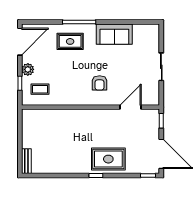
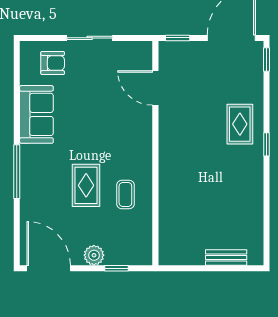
rug: (70, 41) -> (86, 185), moved
armchair: (100, 83) -> (53, 63), moved
coffee table: (40, 89) -> (125, 194), moved
rug: (108, 159) -> (240, 124), width x0.73, depth x0.70
bench: (26, 161) -> (226, 257), moved

